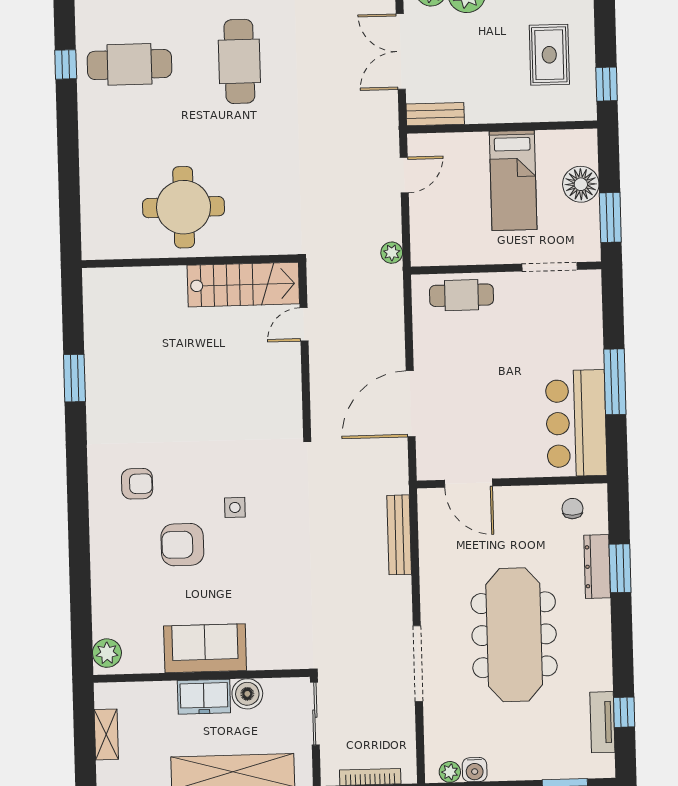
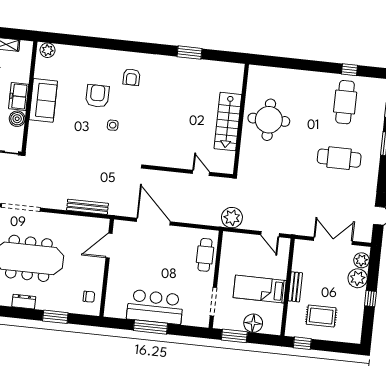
bench: (435, 114) -> (295, 287), moved
plant: (392, 253) -> (232, 218), width x1.88, depth x1.88
stairs: (243, 285) -> (228, 122), moved
bar counter: (576, 423) -> (155, 307), moved
dresser: (597, 566) -> (24, 302), moved, width x0.70

